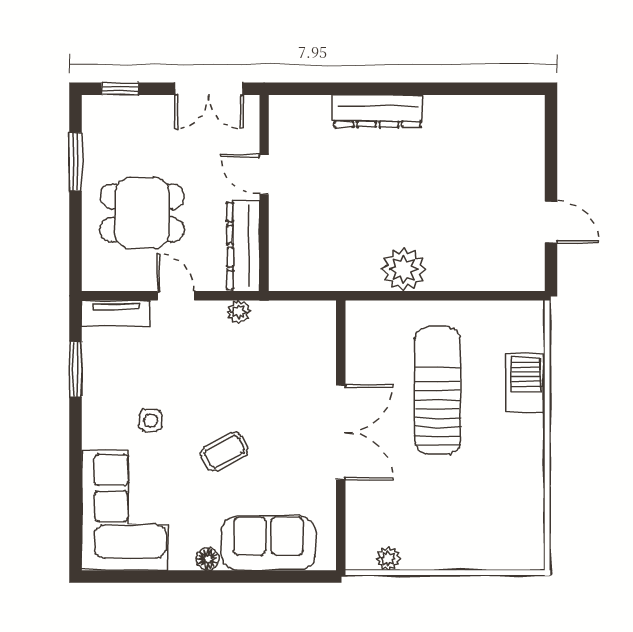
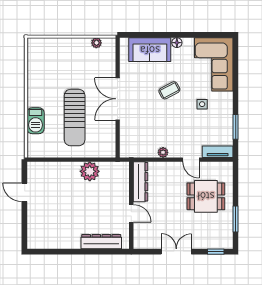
door: (264, 175) -> (131, 213), moved
wall: (264, 193) -> (131, 205), moved
dresser: (243, 246) -> (140, 182), moved

